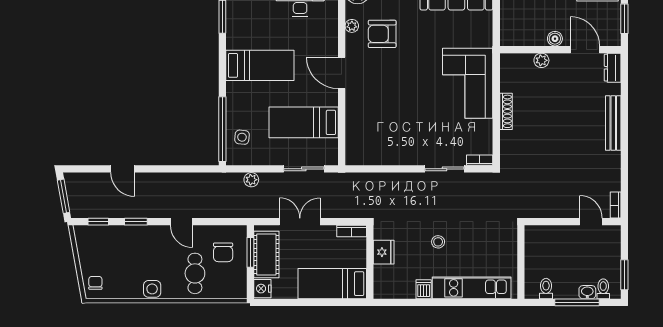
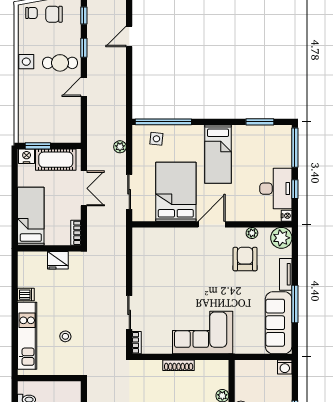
bed: (304, 122) -> (176, 192), width x1.50
stool: (438, 242) -> (65, 336), moved
chair: (223, 252) -> (54, 14), moved
window: (250, 252) -> (38, 146), moved
cafe table: (195, 273) -> (60, 63), moved

